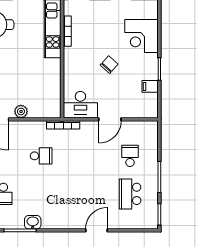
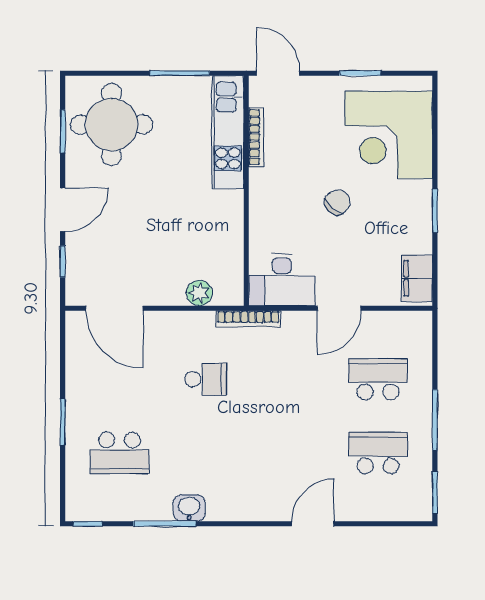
corner desk: (141, 36) -> (389, 135), width x1.36, depth x1.36
filing cabinet: (150, 86) -> (417, 278), moved, width x2.00
plant: (21, 111) -> (199, 293), moved
school desk: (130, 156) -> (378, 379), width x1.85
school desk: (130, 194) -> (378, 453), turned 90

